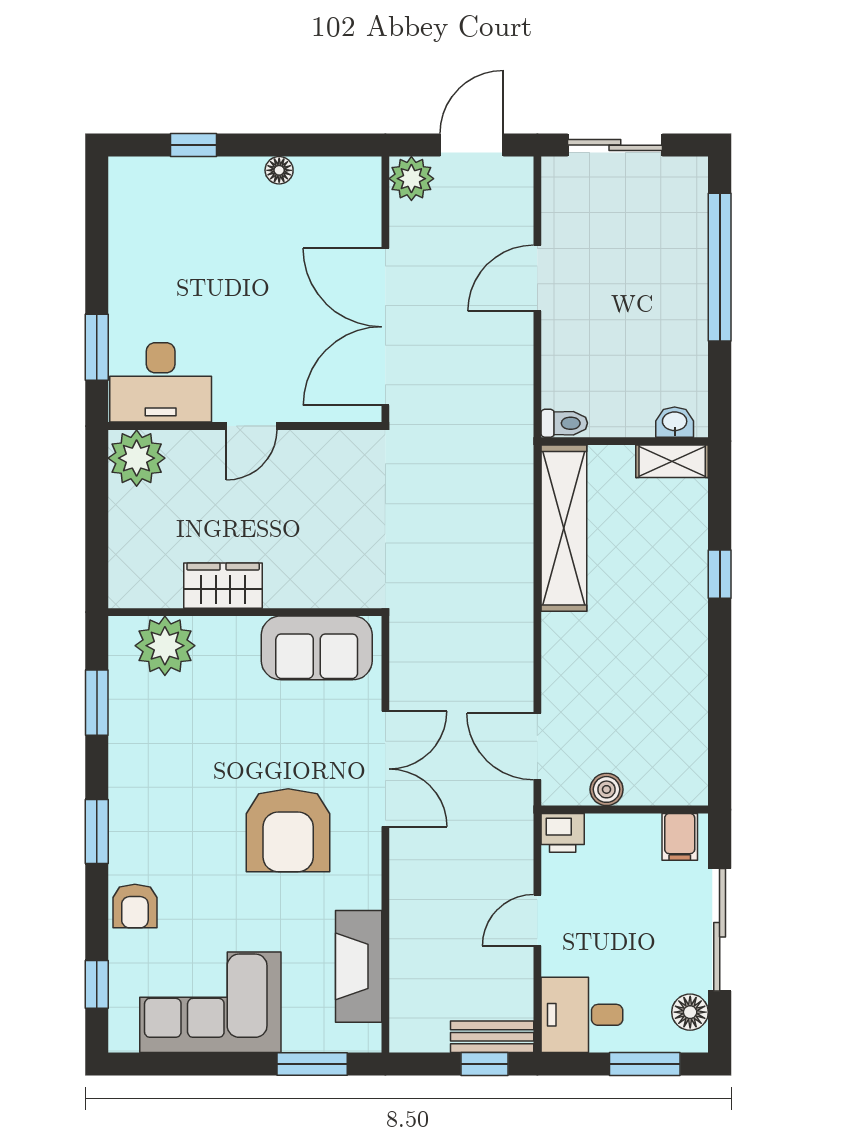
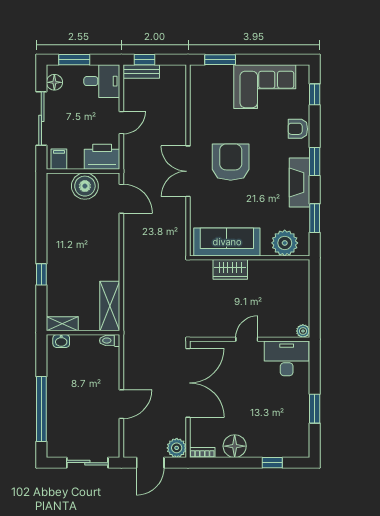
bookcase: (353, 168) -> (202, 453), added
floor lamp: (279, 170) -> (235, 446), width x1.89, depth x1.89
window: (97, 347) -> (315, 409), moved
plant: (137, 458) -> (303, 331), width x0.53, depth x0.53
shelving: (564, 528) -> (110, 306), width x0.68
wardrobe: (223, 586) -> (230, 269), moved
sofa: (317, 648) -> (227, 242), width x1.36
double door: (385, 769) -> (188, 171), moved
boiler: (607, 789) -> (85, 186), width x1.86, depth x1.86
printer: (563, 833) -> (102, 157), width x1.87, depth x1.48
armchair: (135, 906) -> (298, 129), turned -90
fireplace: (359, 966) -> (300, 182), moved, turned 180

